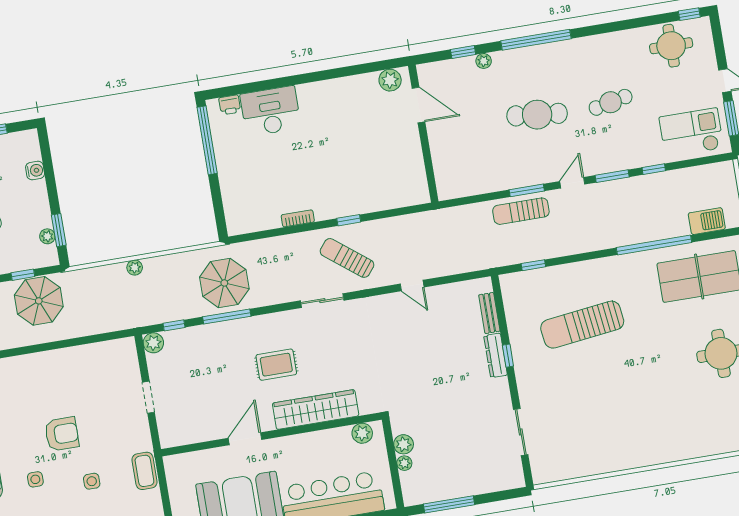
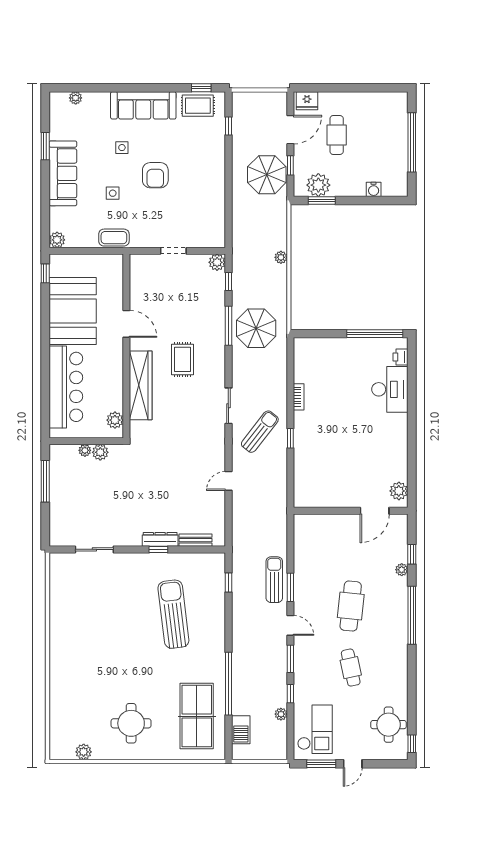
plant: (680, 176) -> (281, 714), added
plant: (47, 236) -> (318, 185), width x1.87, depth x1.87

